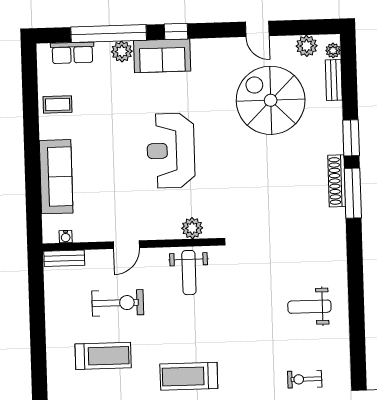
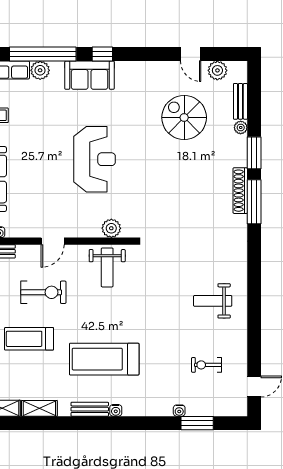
door: (257, 29) -> (191, 54), moved
plant: (333, 50) -> (241, 127), moved
plant: (122, 52) -> (40, 70), moved
spiral stairs: (271, 100) -> (184, 117), width x0.73, depth x0.73
reception desk: (171, 151) -> (95, 159), turned 180
treadmill: (103, 356) -> (29, 339), turned 180
treadmill: (189, 376) -> (104, 359), width x1.37, depth x1.38

